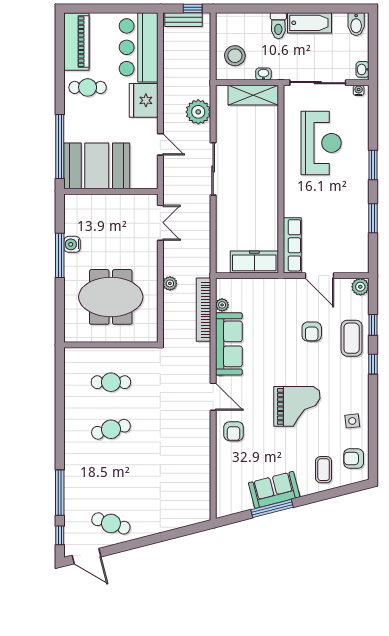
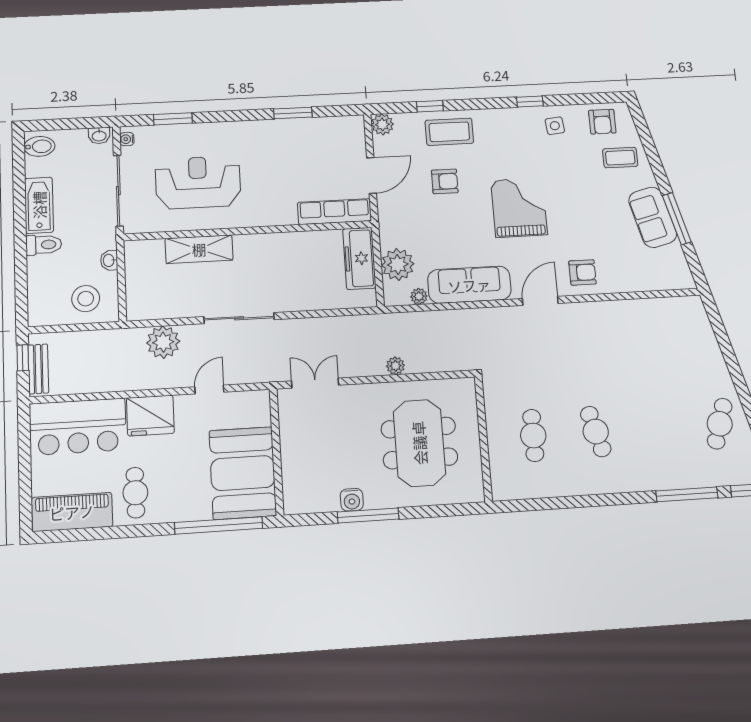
shelving: (253, 95) -> (199, 249), moved, turned 90
window: (373, 165) -> (173, 119), moved
plant: (248, 291) -> (398, 264), added
bookcase: (204, 310) -> (427, 320), removed
window: (373, 364) -> (530, 101), moved
grand piano: (297, 406) -> (519, 207), moved

